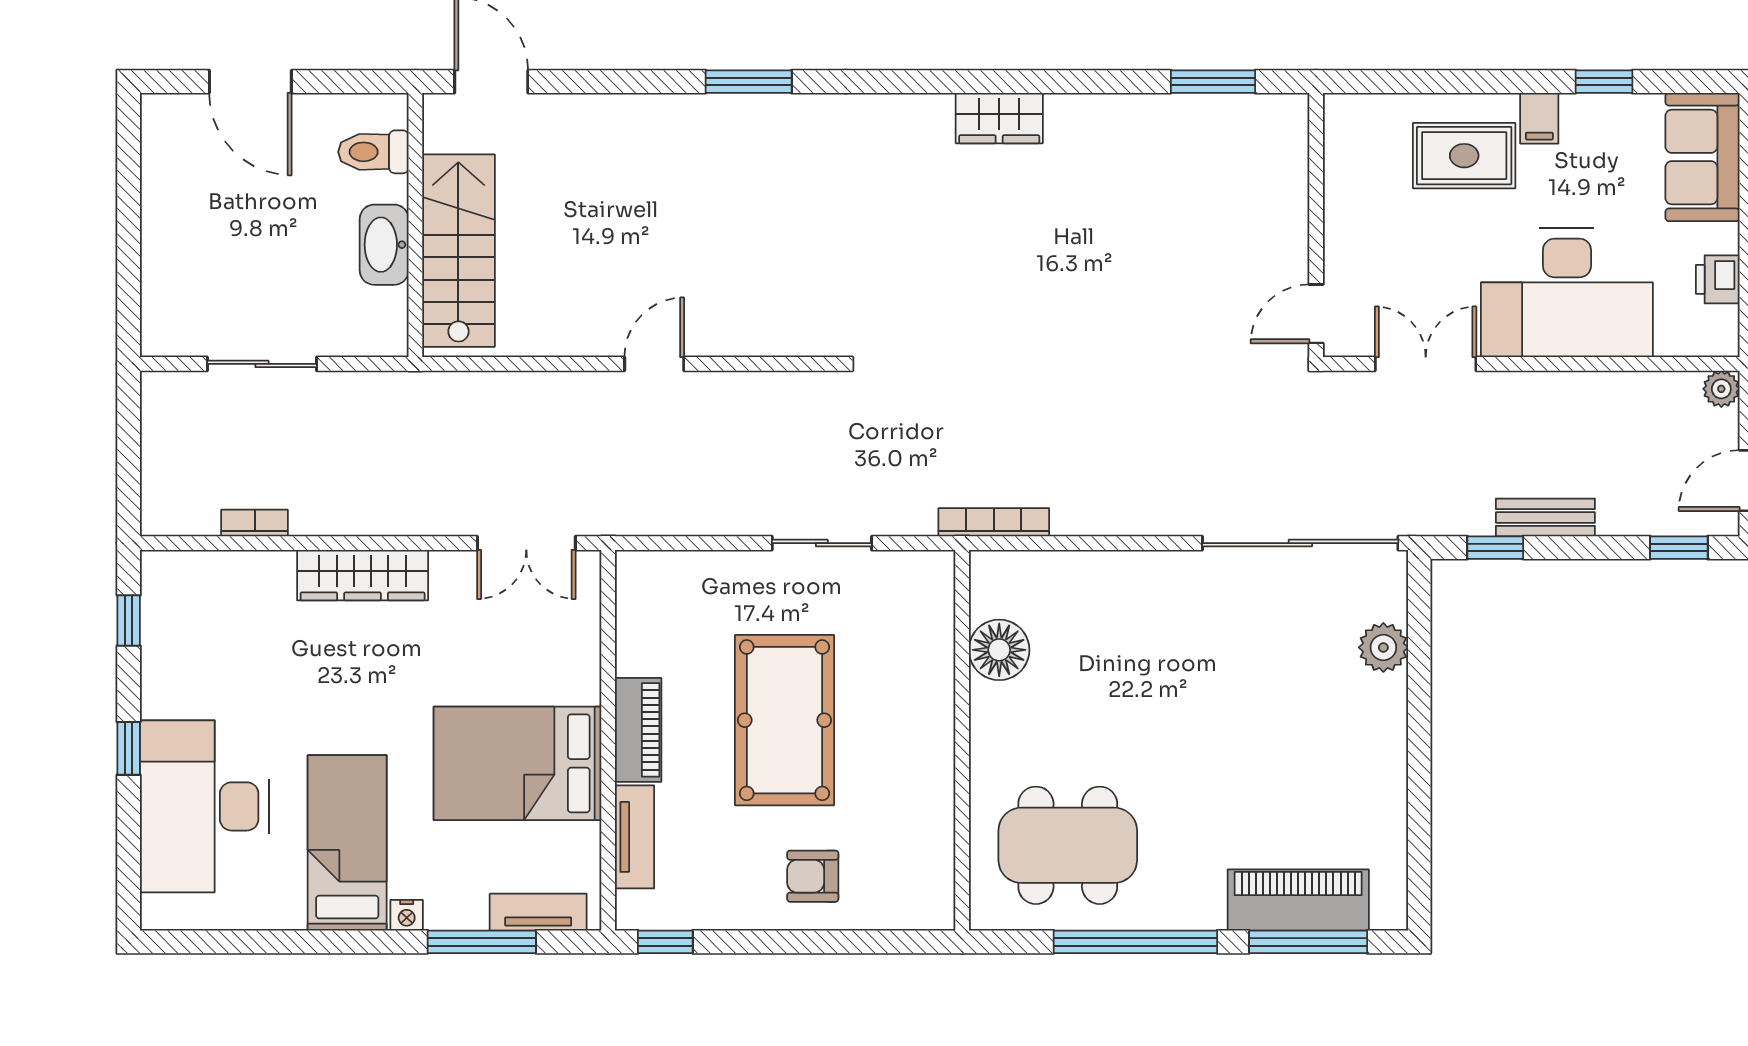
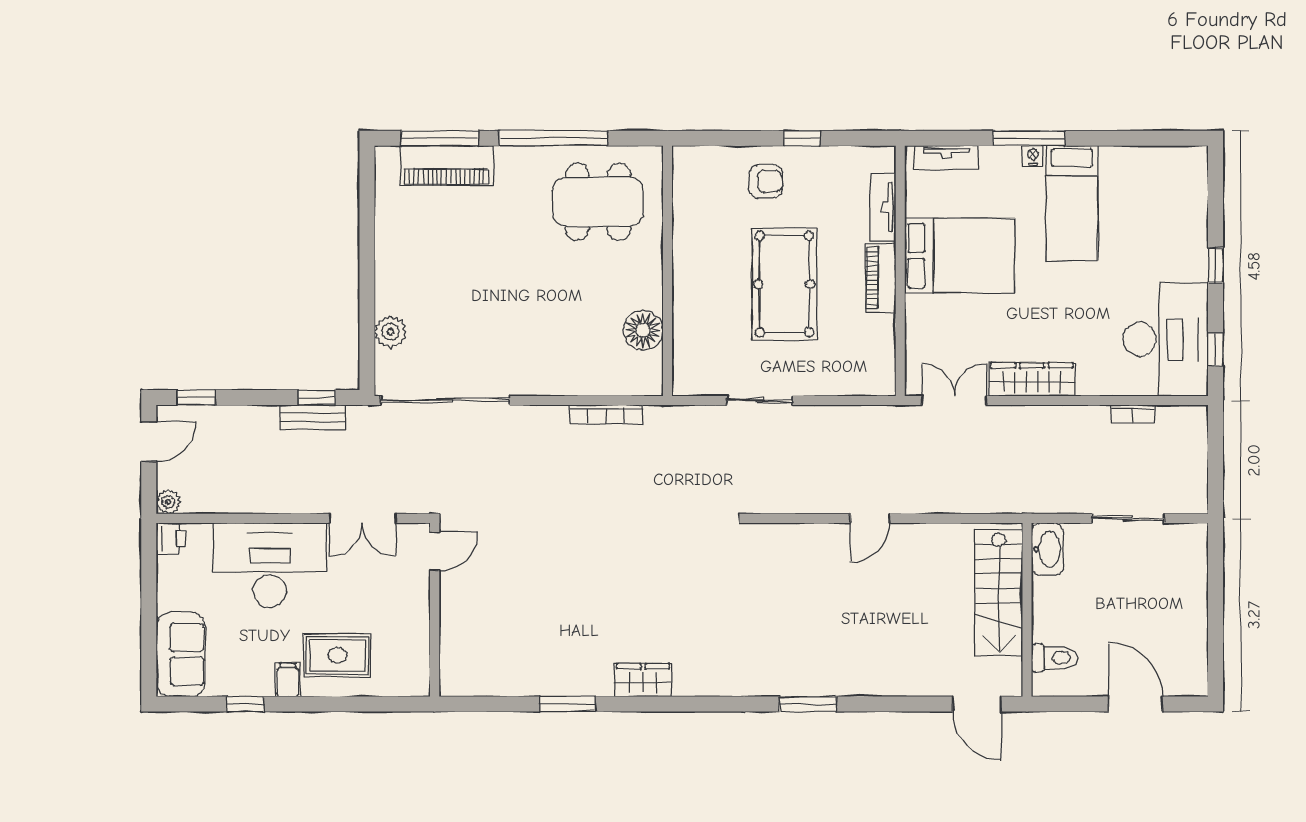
window: (1213, 82) -> (567, 704), moved
washbasin: (384, 245) -> (1048, 549), moved
printer: (1718, 279) -> (171, 539), moved
bench: (1545, 517) -> (313, 417), moved
bookcase: (994, 522) -> (606, 414), moved
wardrobe: (363, 575) -> (1032, 379), moved
desk: (204, 806) -> (1166, 339), moved
window: (482, 942) -> (1029, 138), moved
window: (665, 942) -> (802, 138), moved

